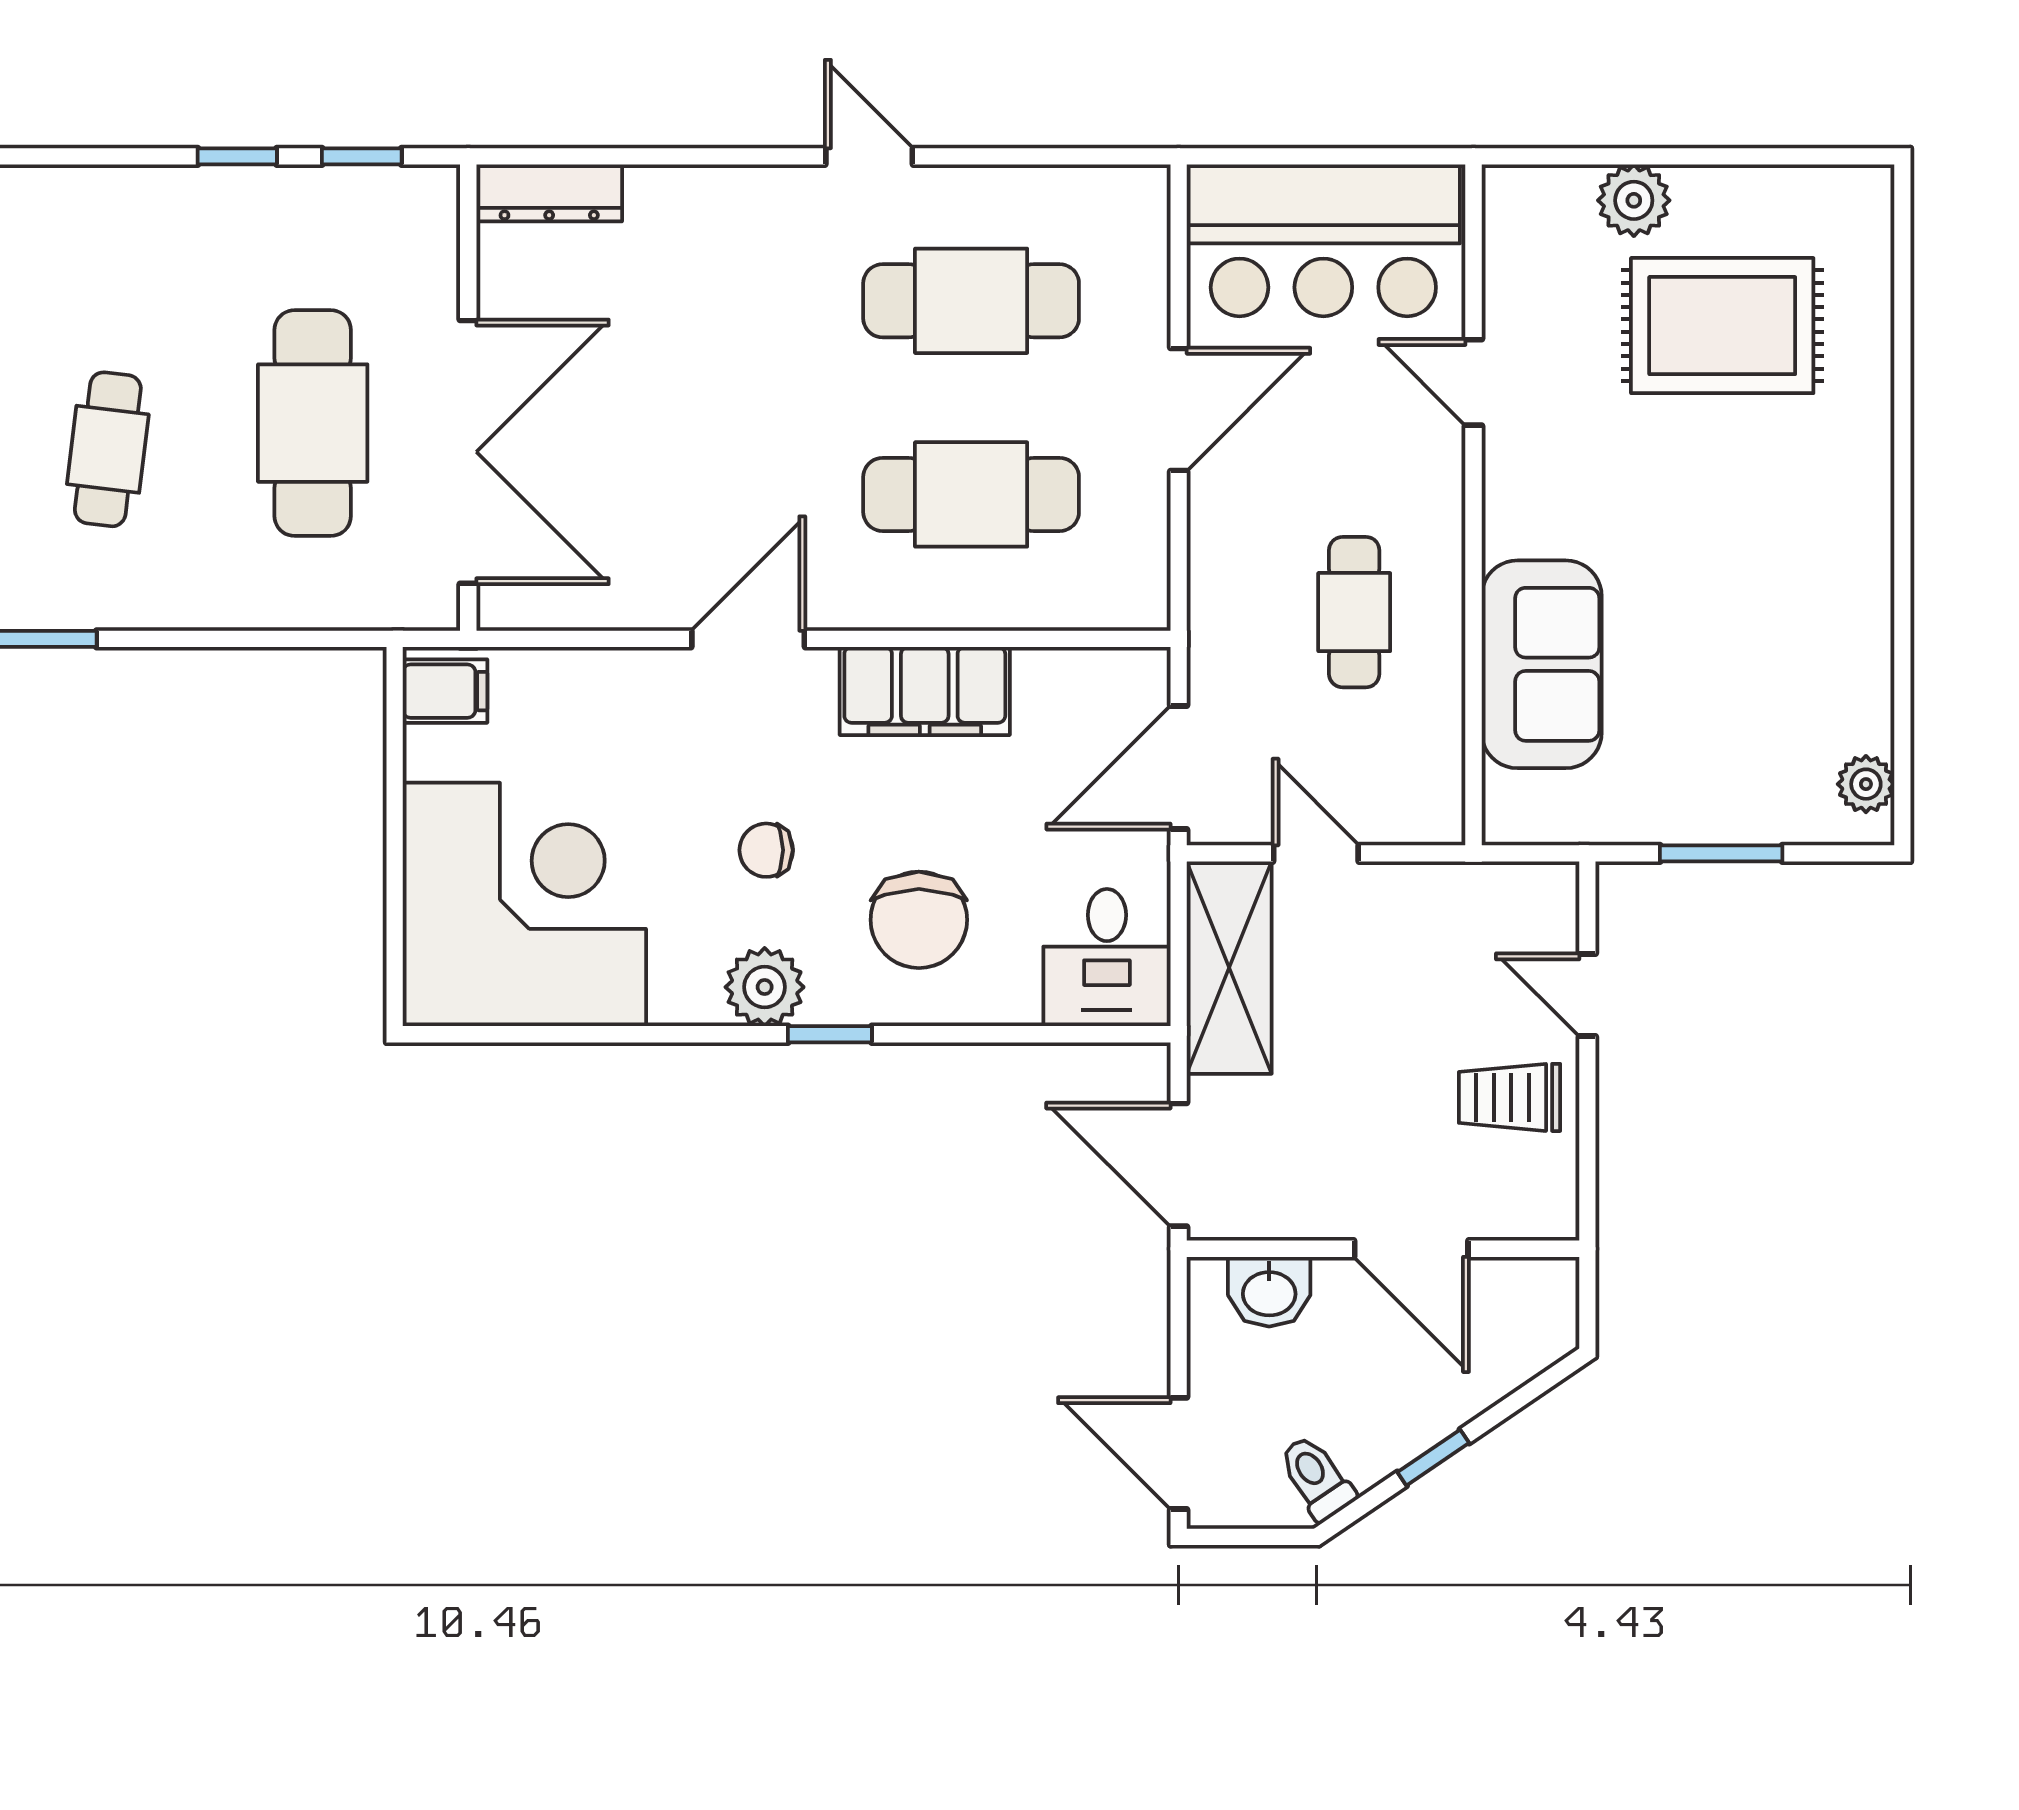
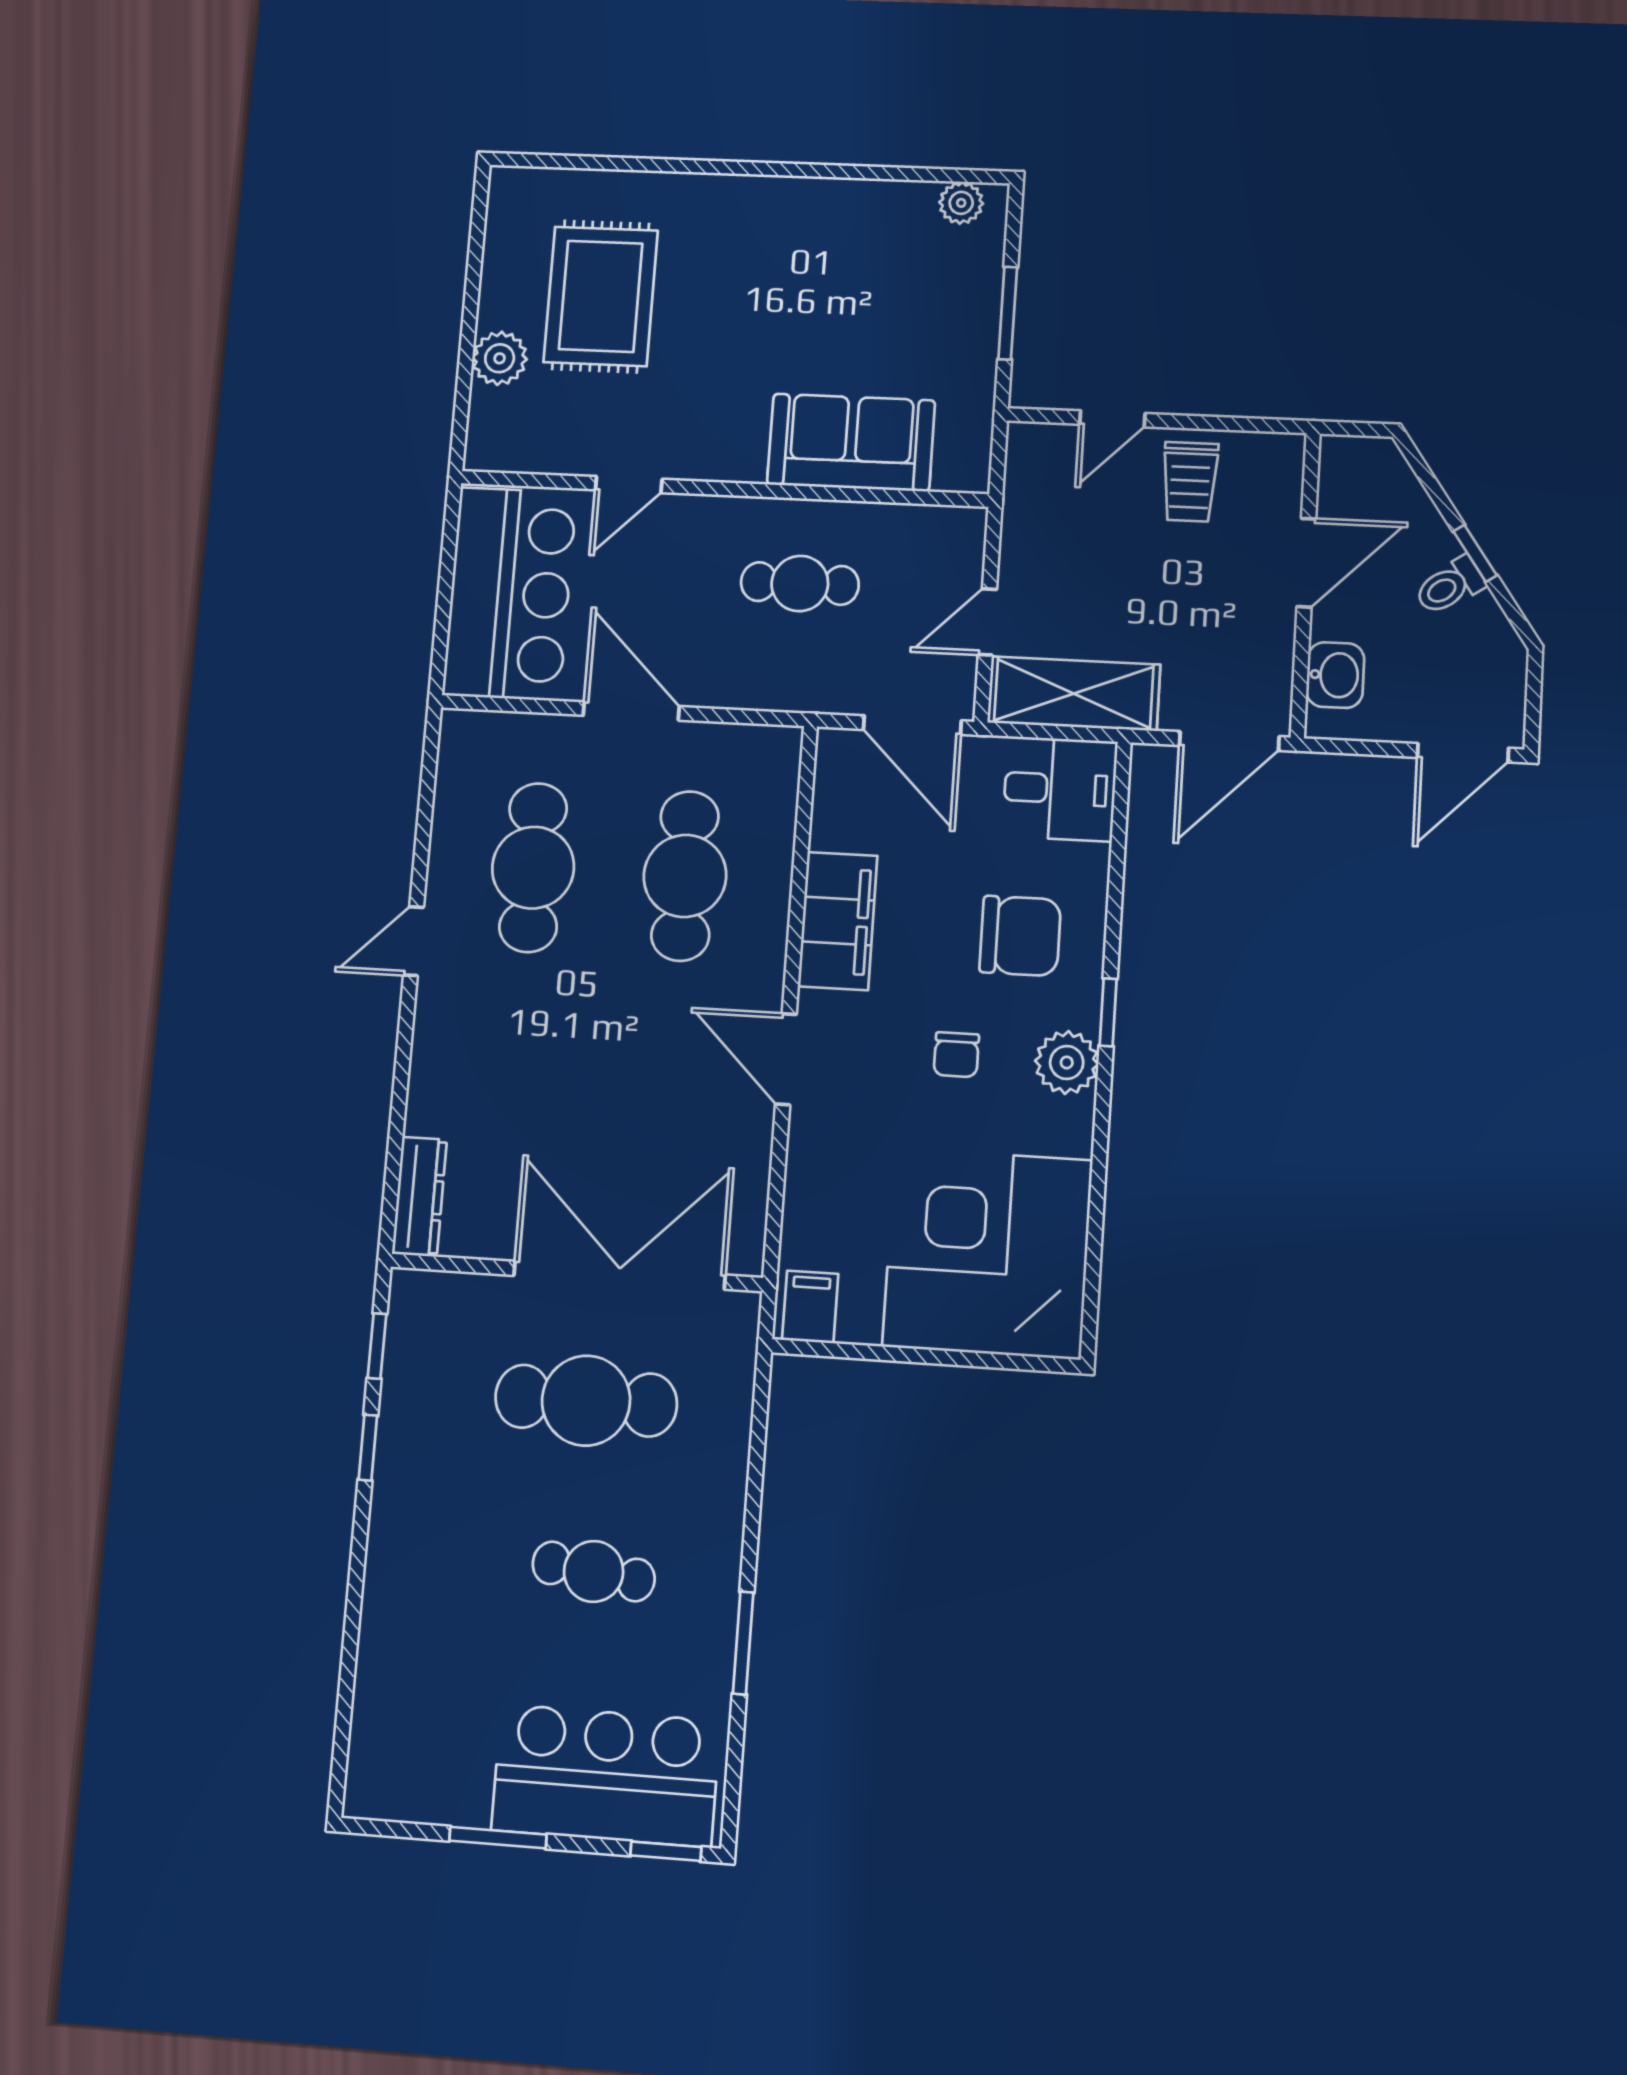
toilet: (1316, 1478) -> (1450, 586), moved

